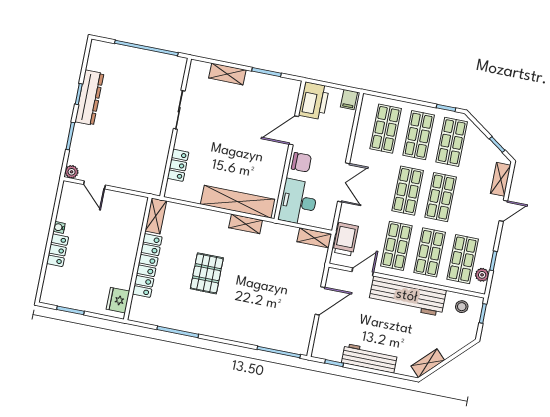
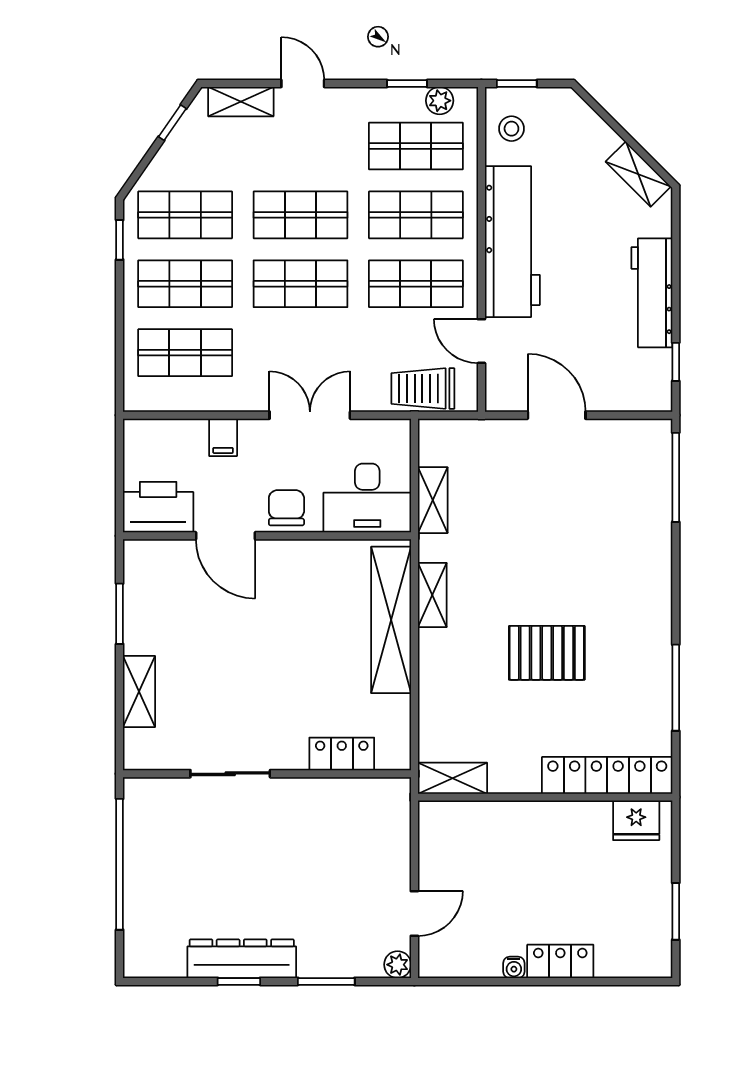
filing cabinet: (349, 100) -> (223, 437), moved, turned 90
shelving: (314, 238) -> (433, 500), moved
locker: (147, 265) -> (607, 775), moved

